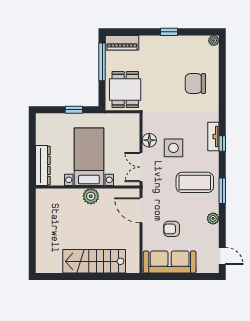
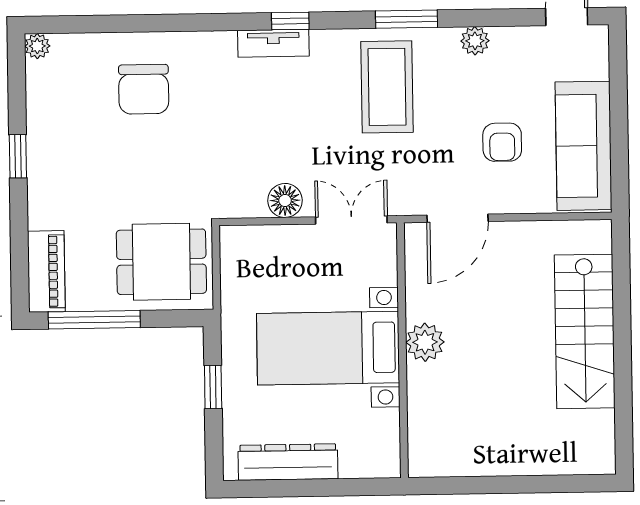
side table: (173, 148) -> (303, 141), removed
dresser: (43, 165) -> (288, 462), moved
double door: (141, 167) -> (351, 220), swing flipped

